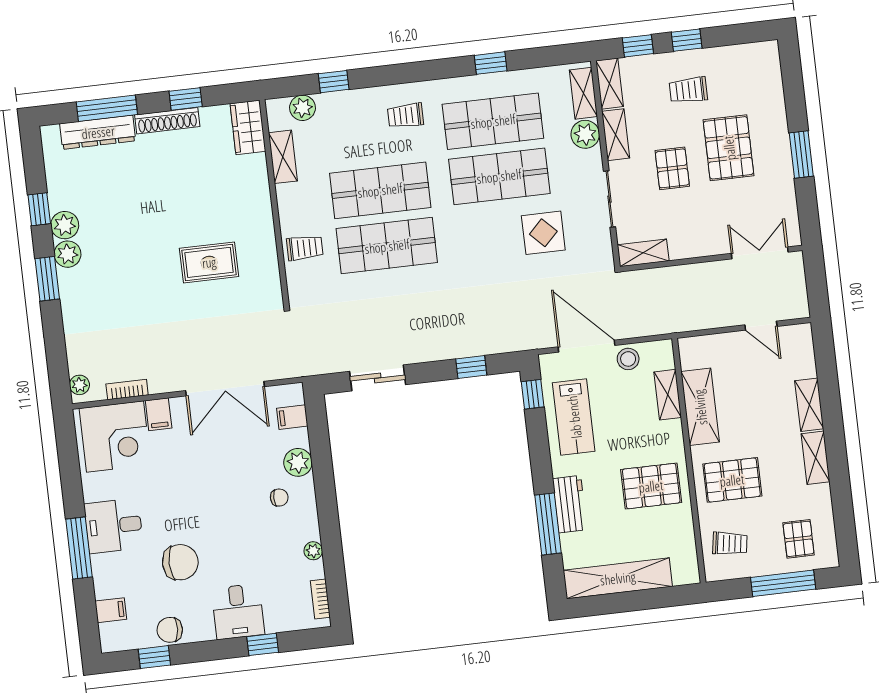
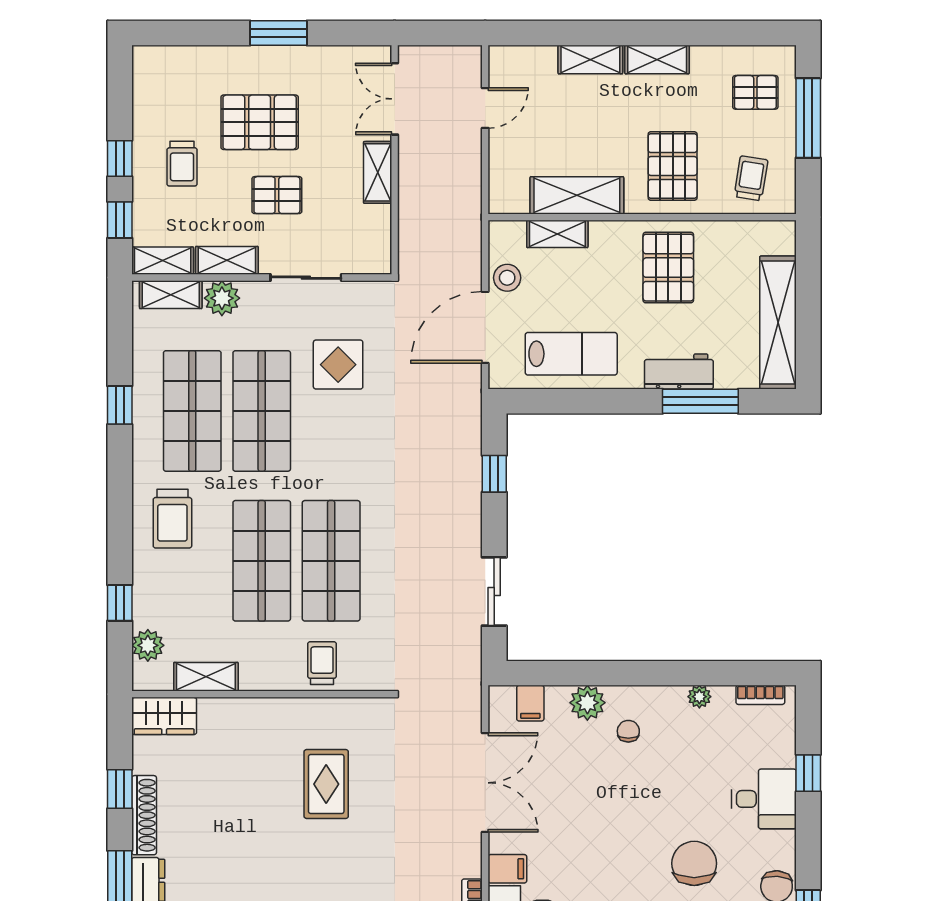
trolley: (405, 116) -> (172, 519), width x1.36, depth x1.39
shelving: (643, 253) -> (378, 172), moved
window: (533, 394) -> (537, 401), removed

